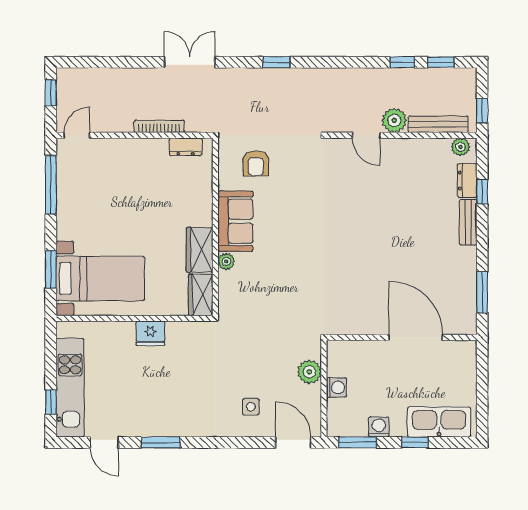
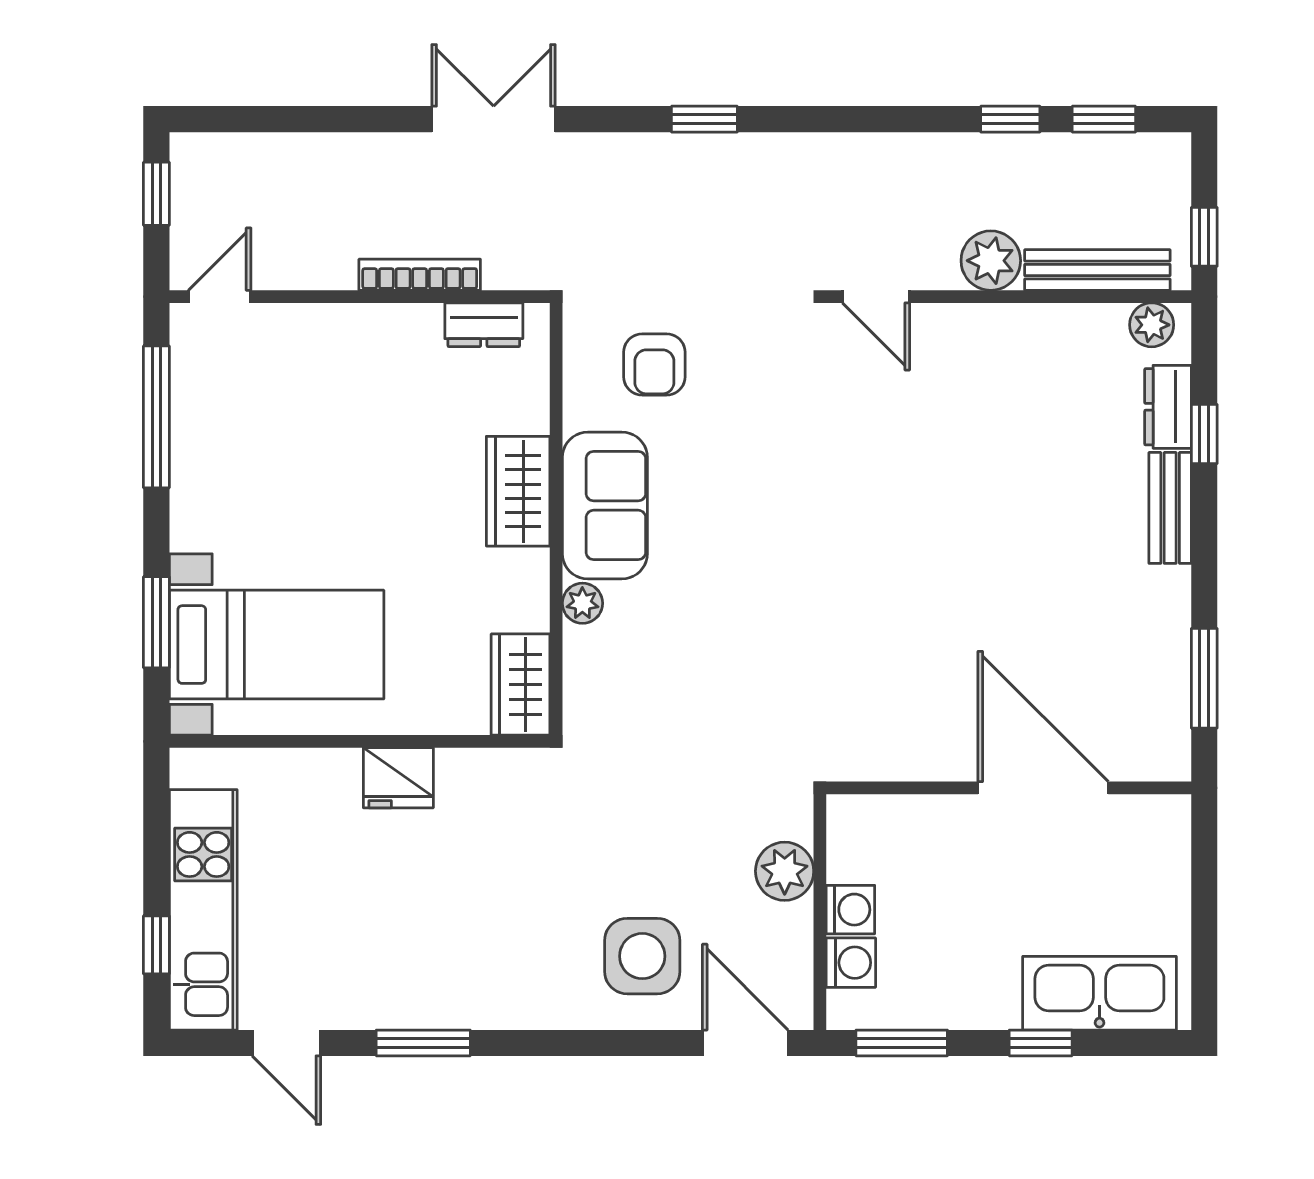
door: (366, 135) -> (876, 297), moved
wardrobe: (200, 250) -> (518, 491), moved
side table: (251, 407) -> (642, 956), width x1.87, depth x1.87
washing machine: (379, 427) -> (851, 963), moved, turned 90

